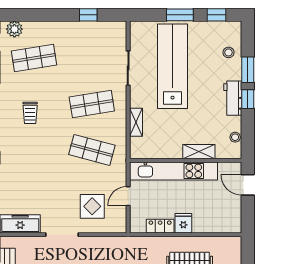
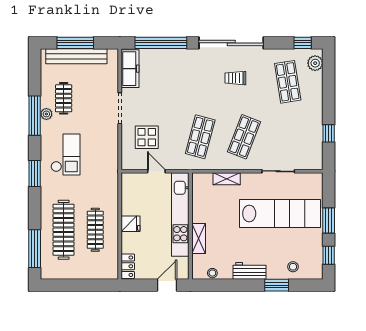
window: (248, 99) -> (249, 285), removed
shop shelf: (92, 104) -> (244, 137), turned 30
locker: (160, 226) -> (128, 266), moved

